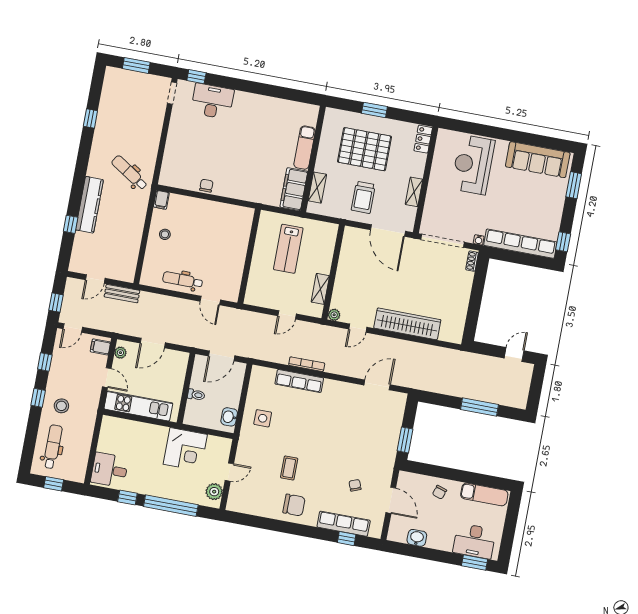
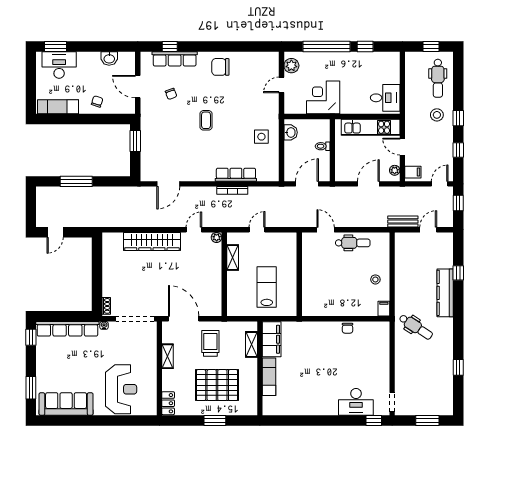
coffee table: (289, 468) -> (206, 120), moved
desk: (110, 470) -> (385, 98), moved

